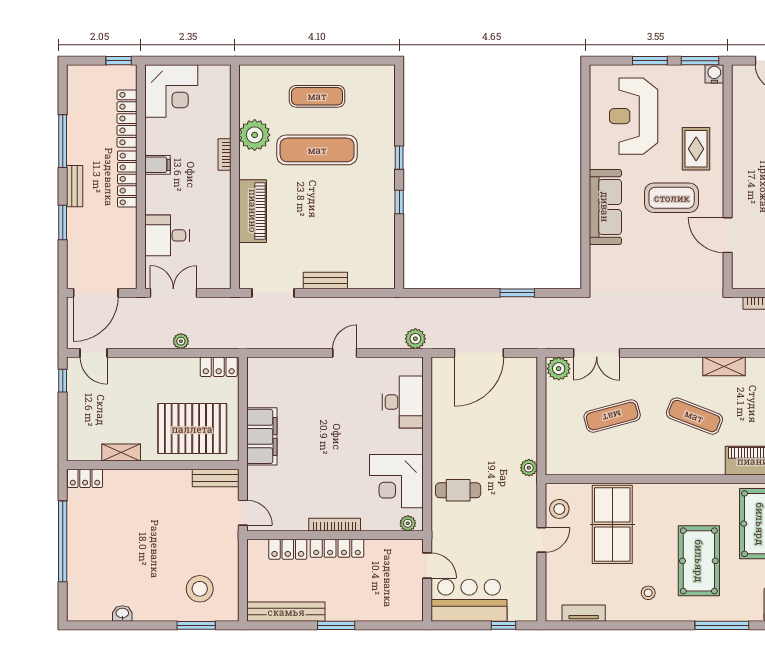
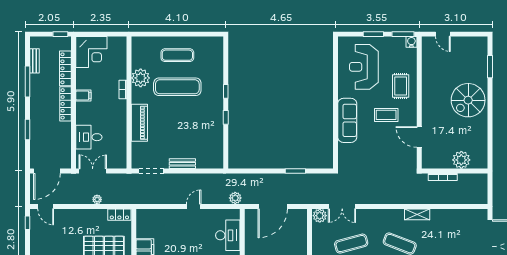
bench: (75, 186) -> (35, 61), moved
coffee table: (672, 198) -> (386, 115), width x0.73, depth x0.76

